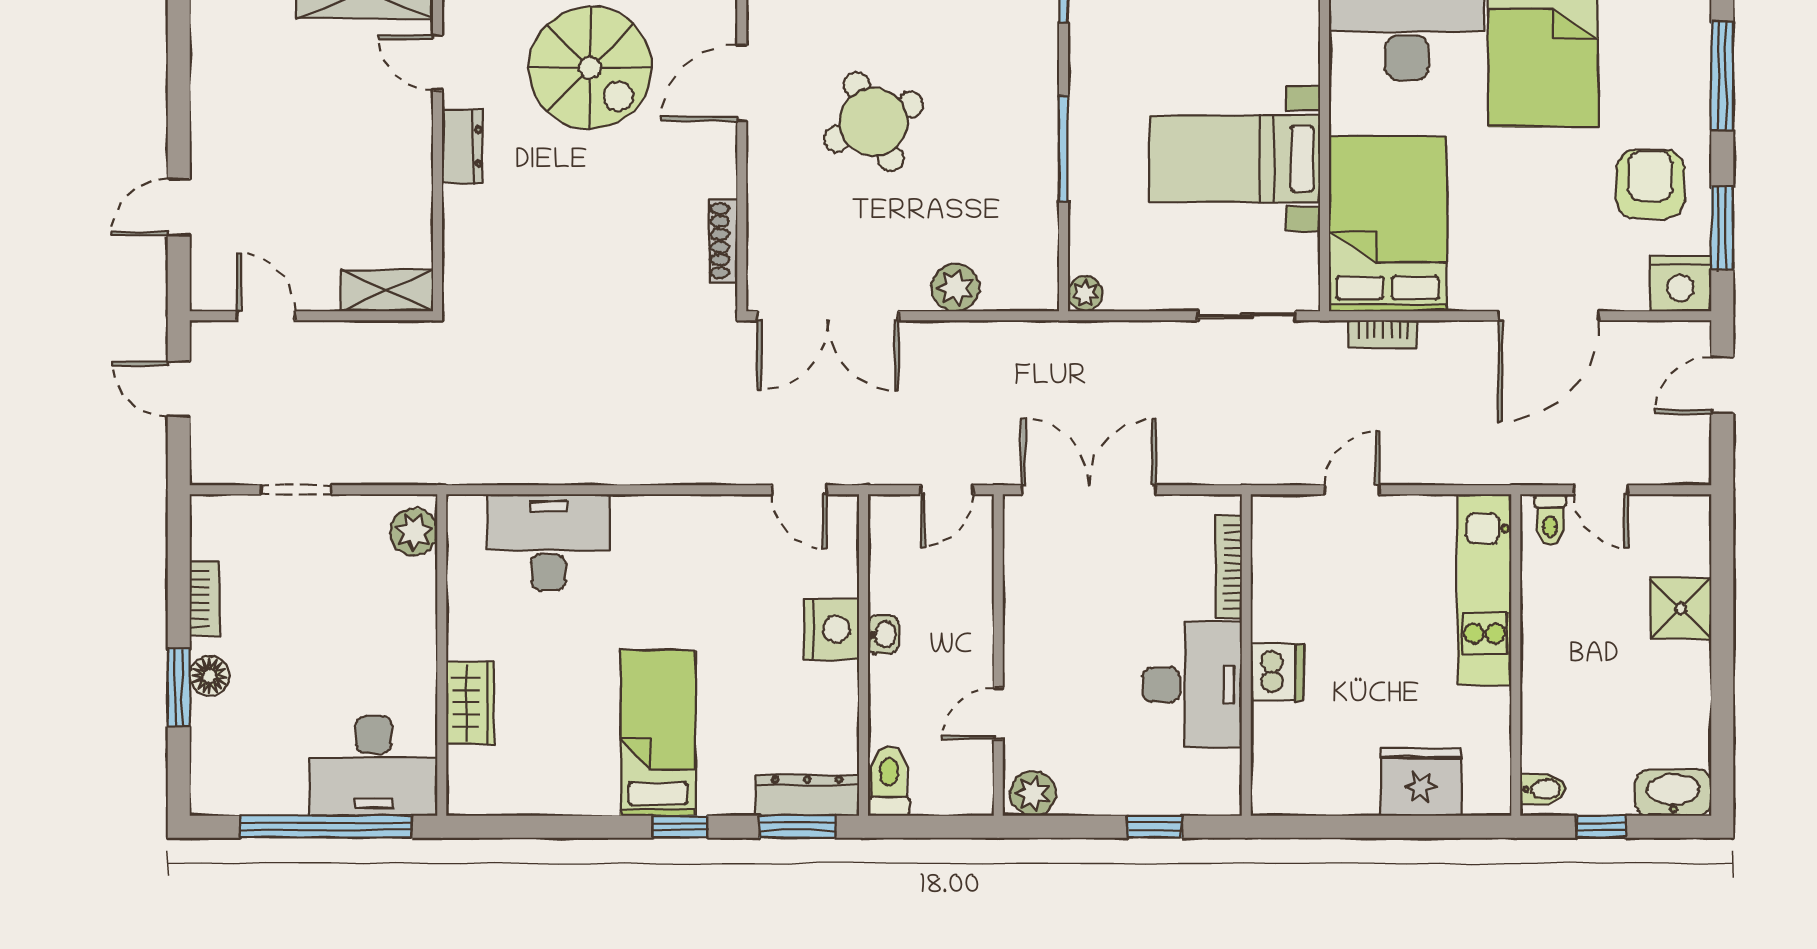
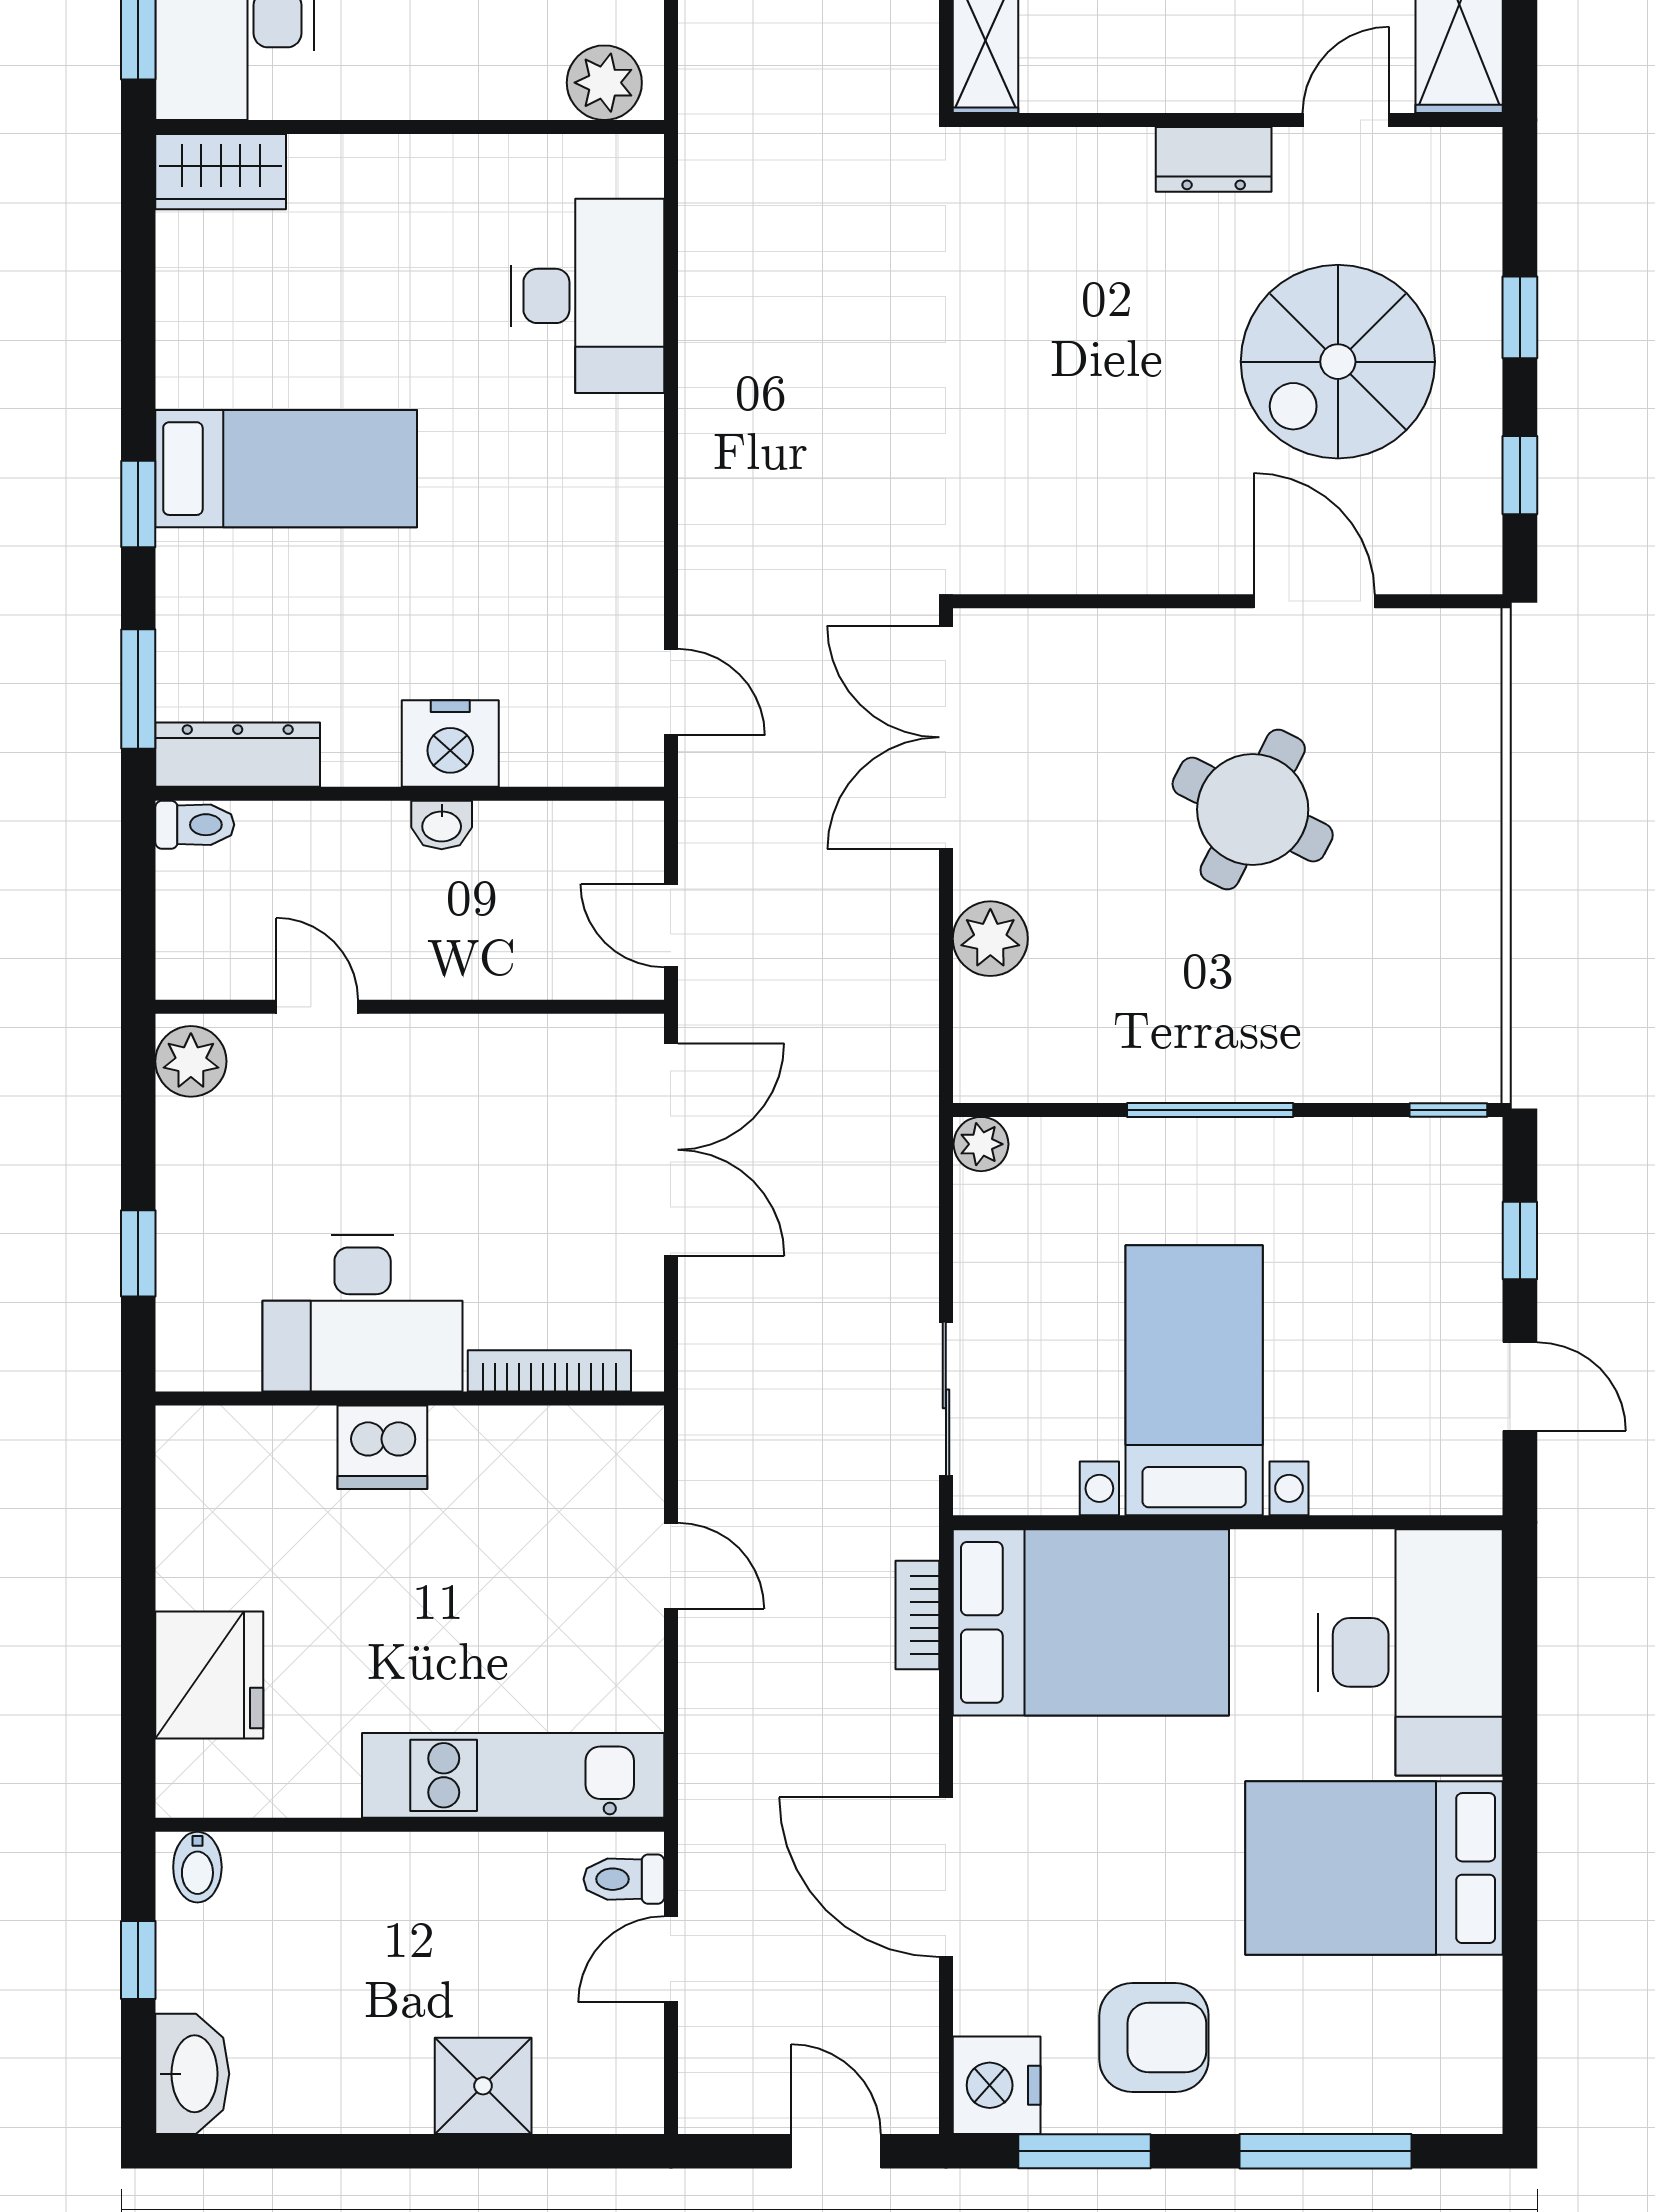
round table: (874, 122) -> (1253, 809), turned -38
shoe rack: (723, 241) -> (1065, 572), removed
door: (799, 490) -> (671, 692), swing flipped
wardrobe: (470, 703) -> (221, 172), moved
toilet: (889, 781) -> (195, 825), width x0.73, depth x0.72
dresser: (807, 795) -> (238, 755), moved, turned -90

